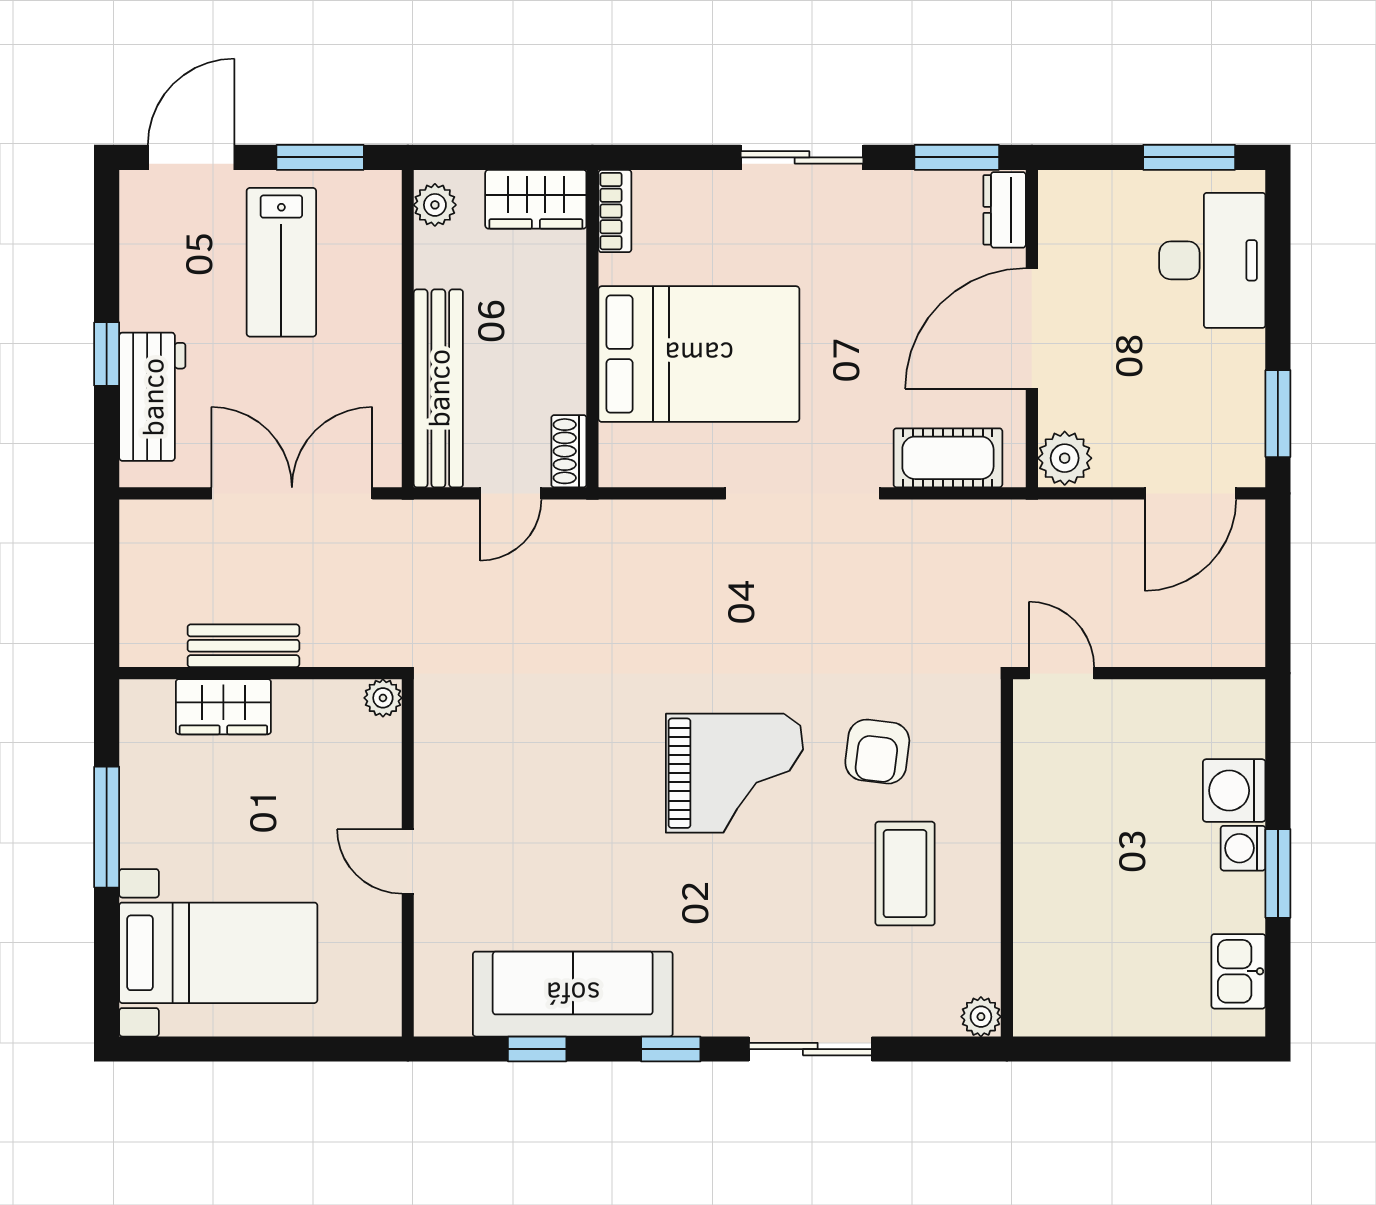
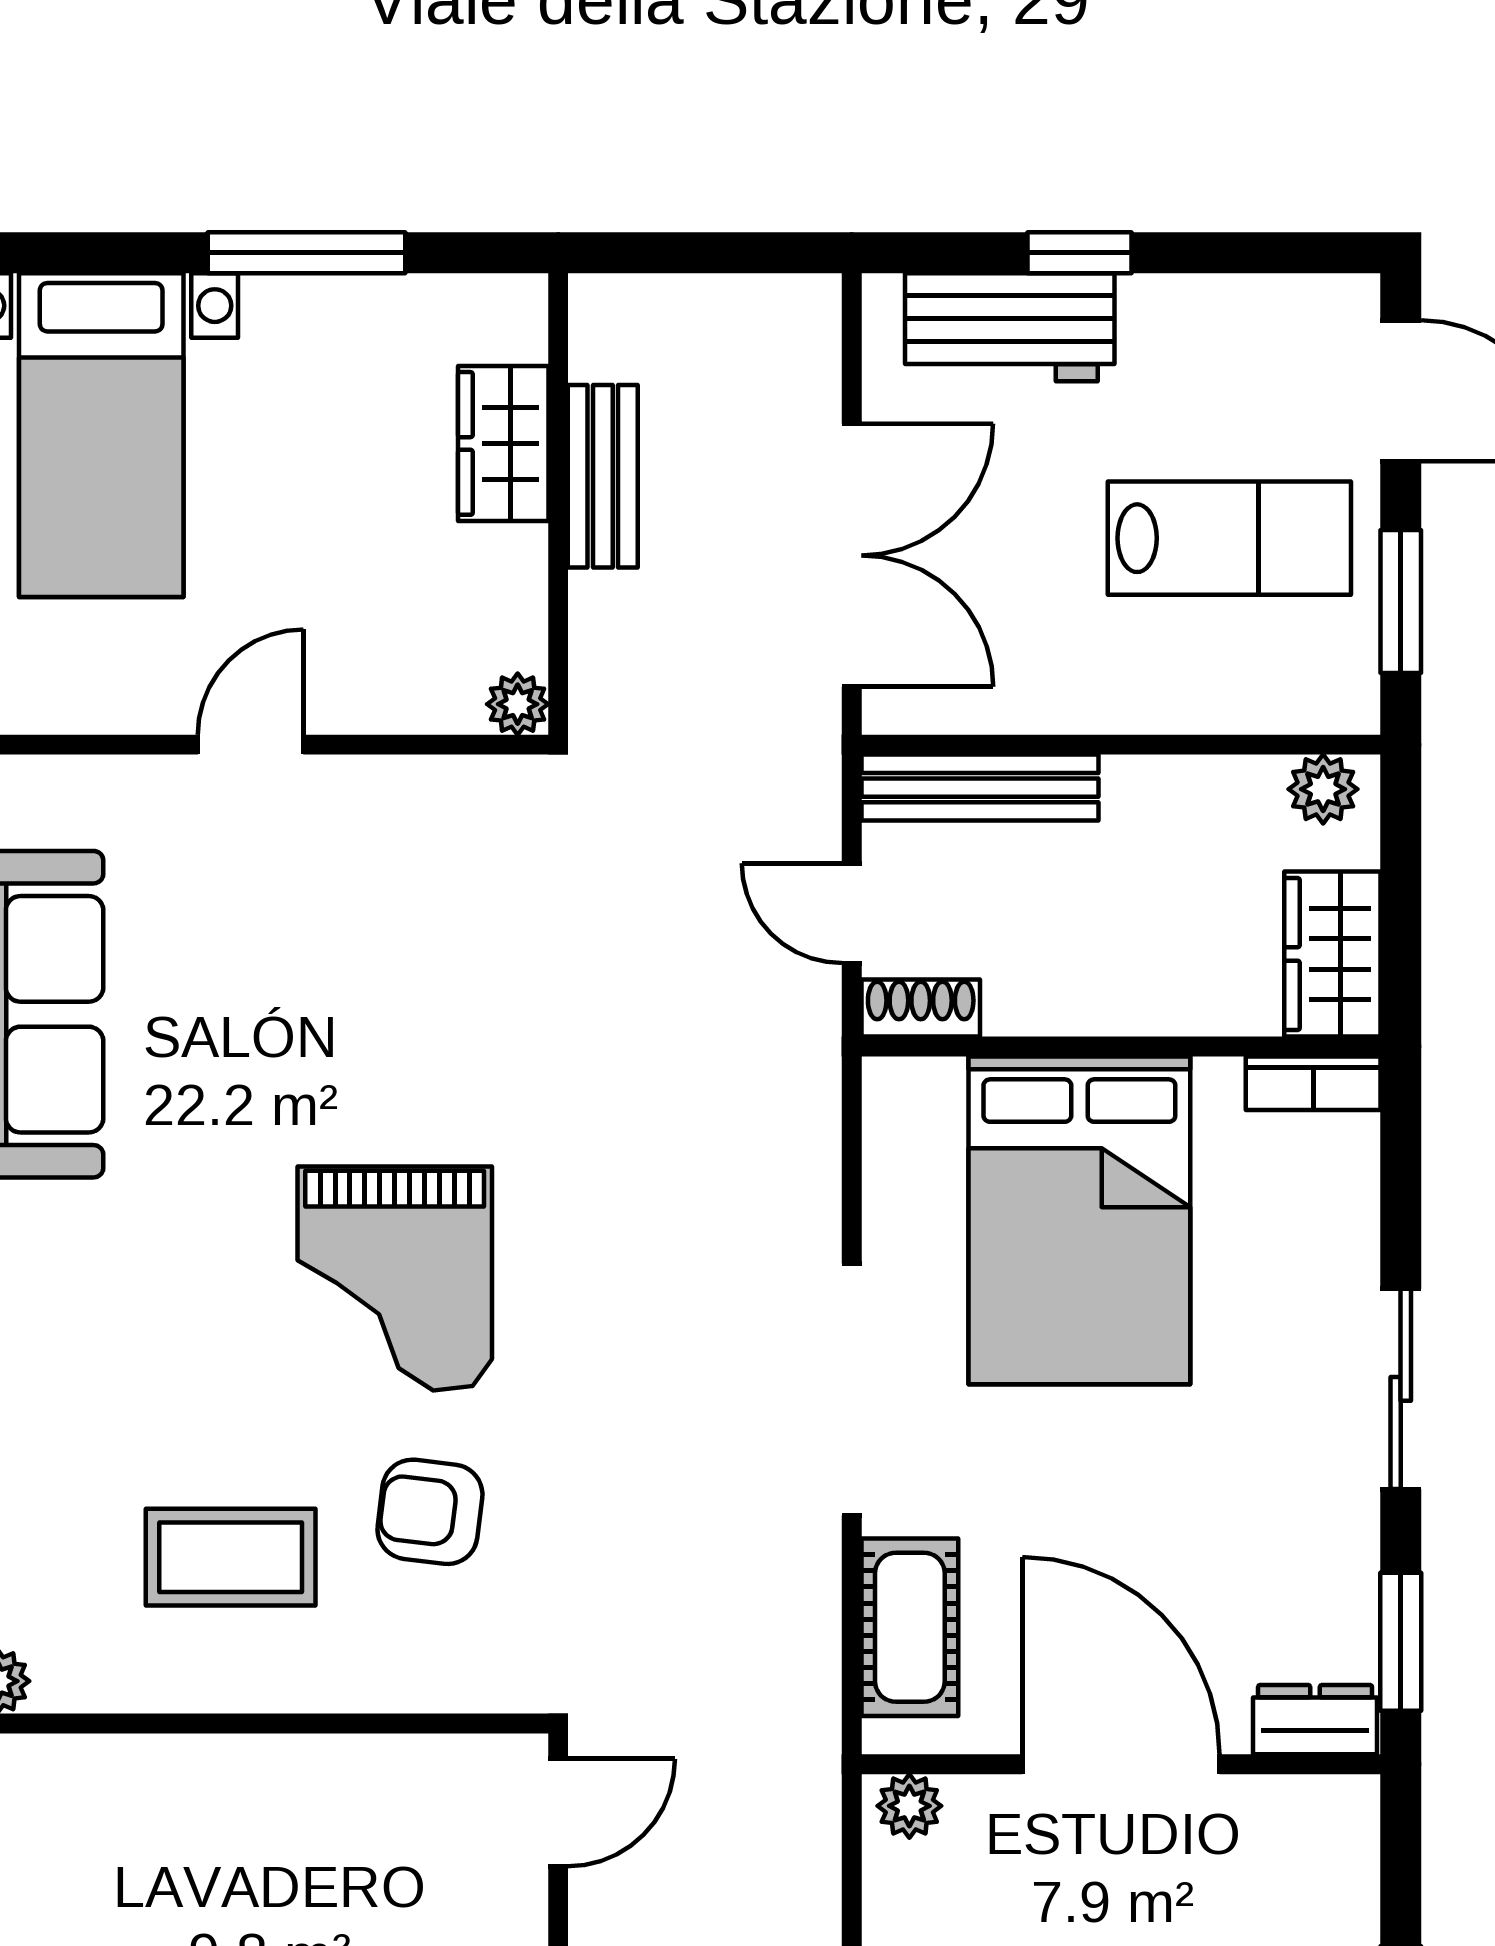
lab bench: (281, 262) -> (1229, 538), turned 180
bench: (438, 388) -> (980, 788), width x0.73, depth x0.82
plant: (1065, 458) -> (909, 1806), width x0.73, depth x0.73

